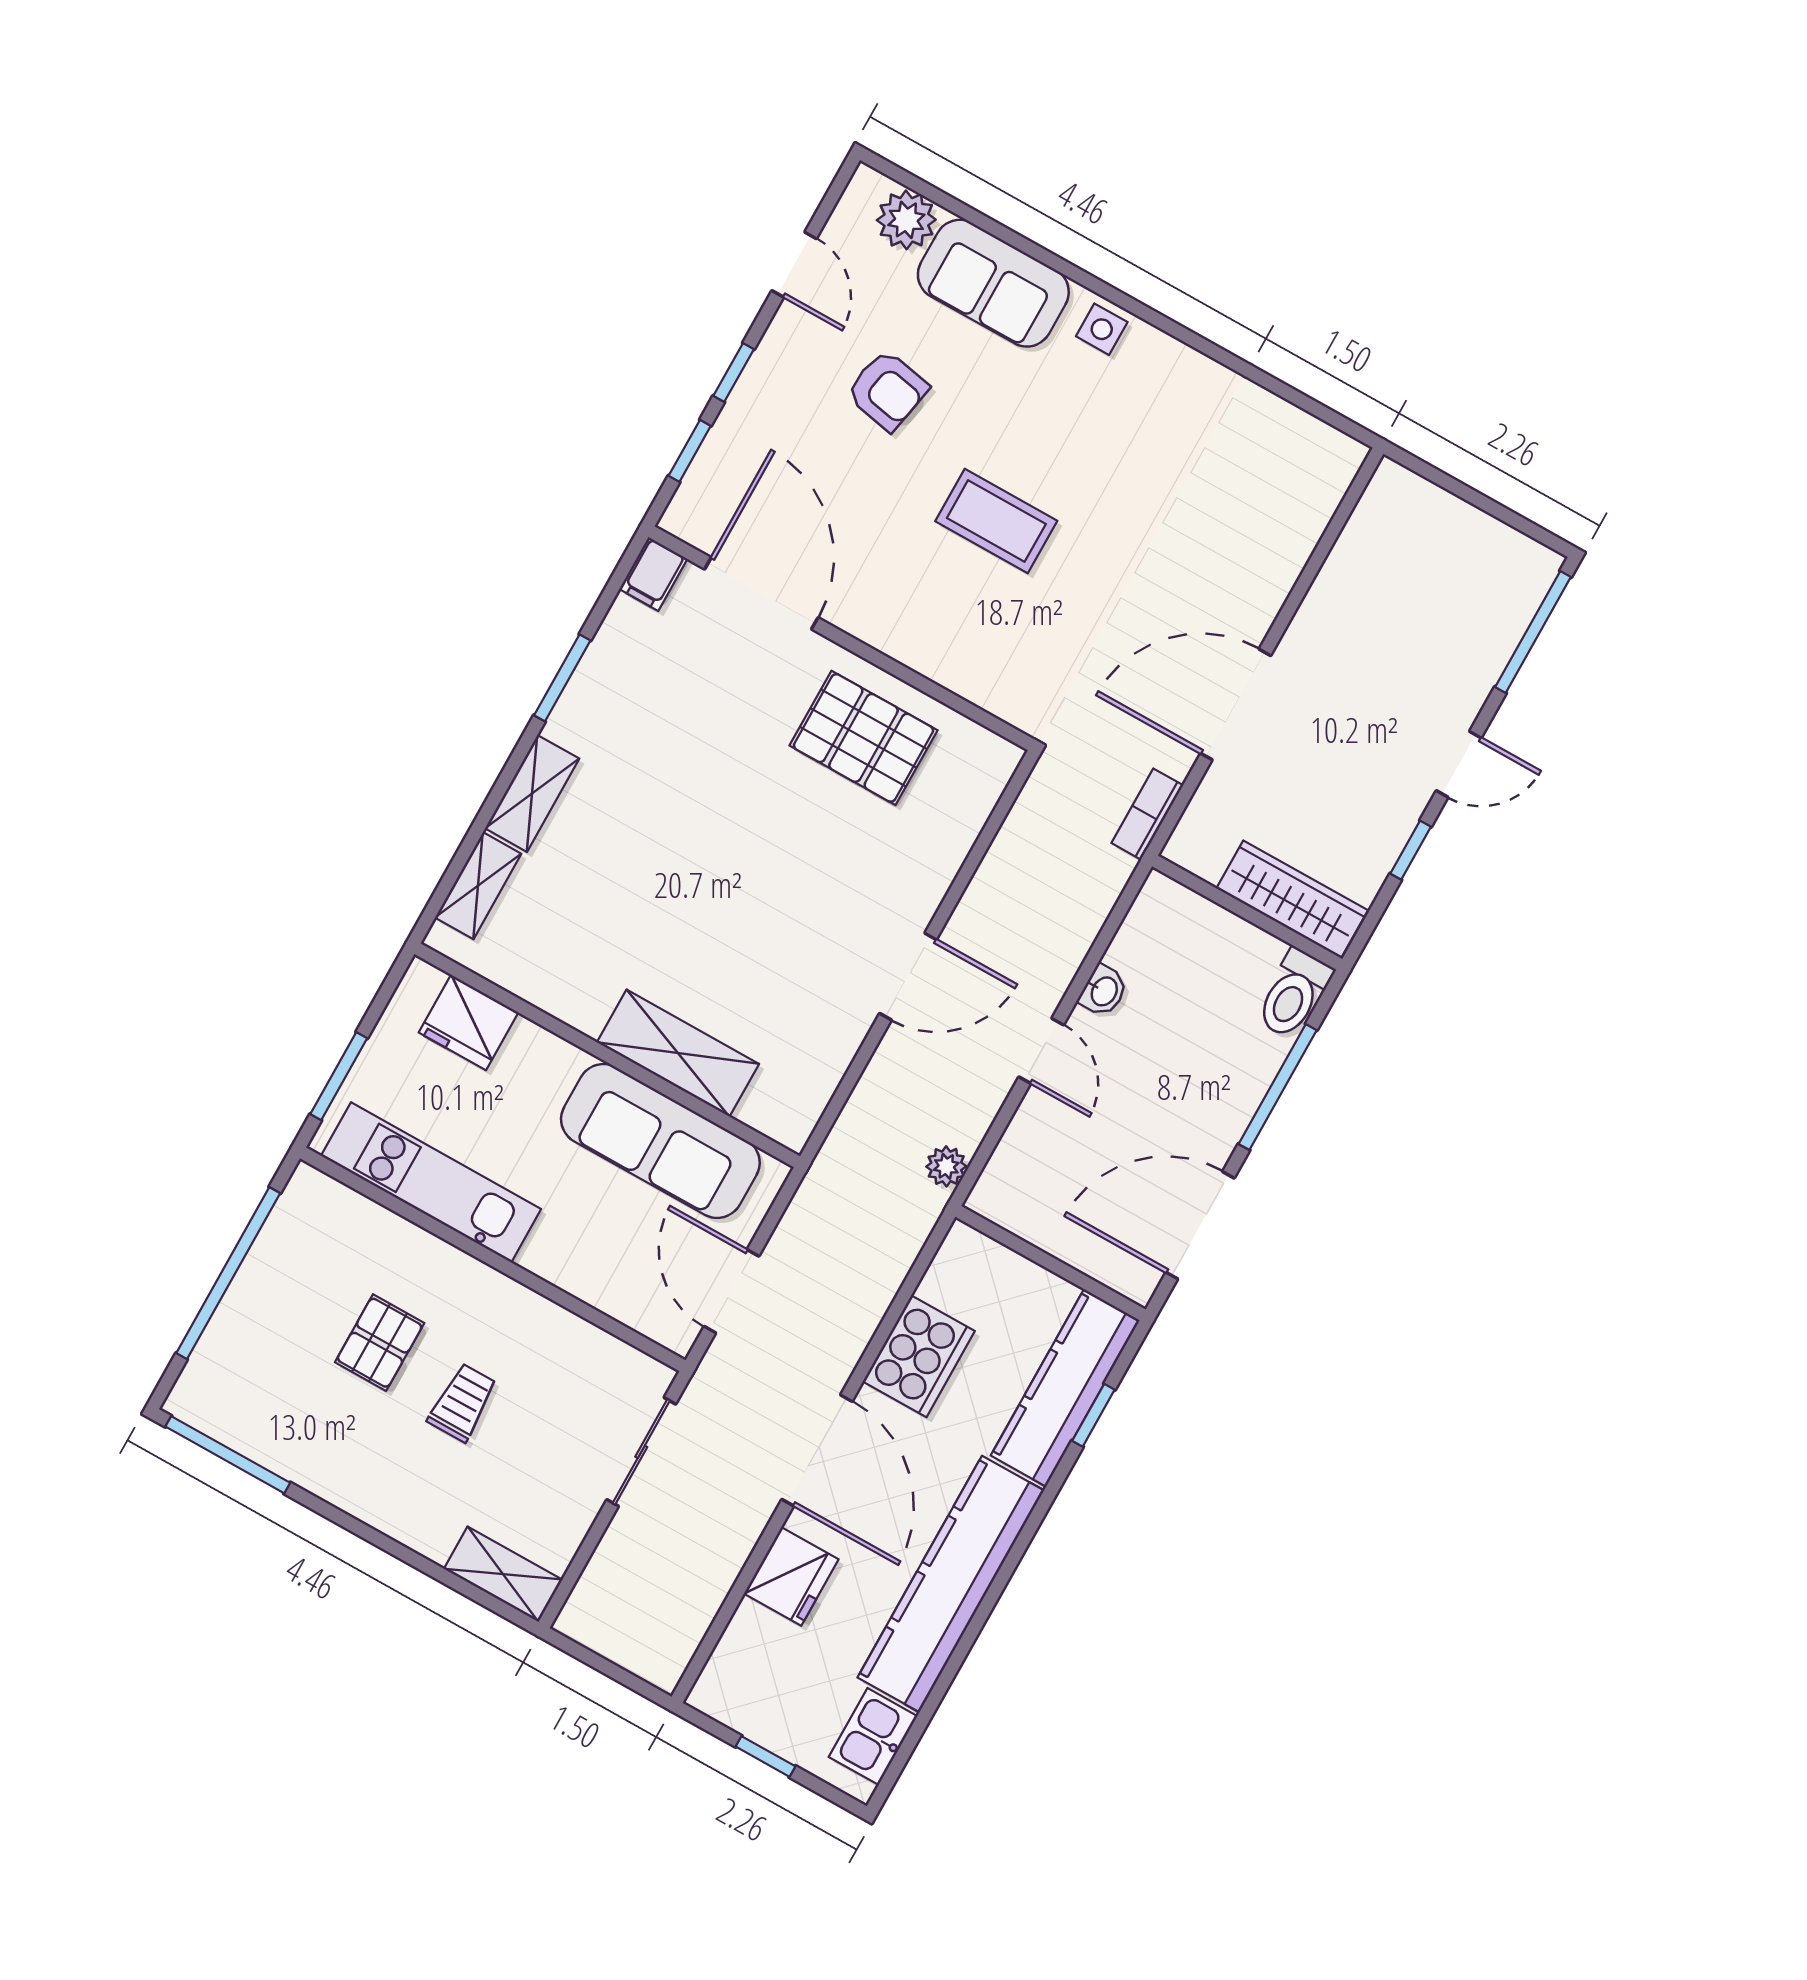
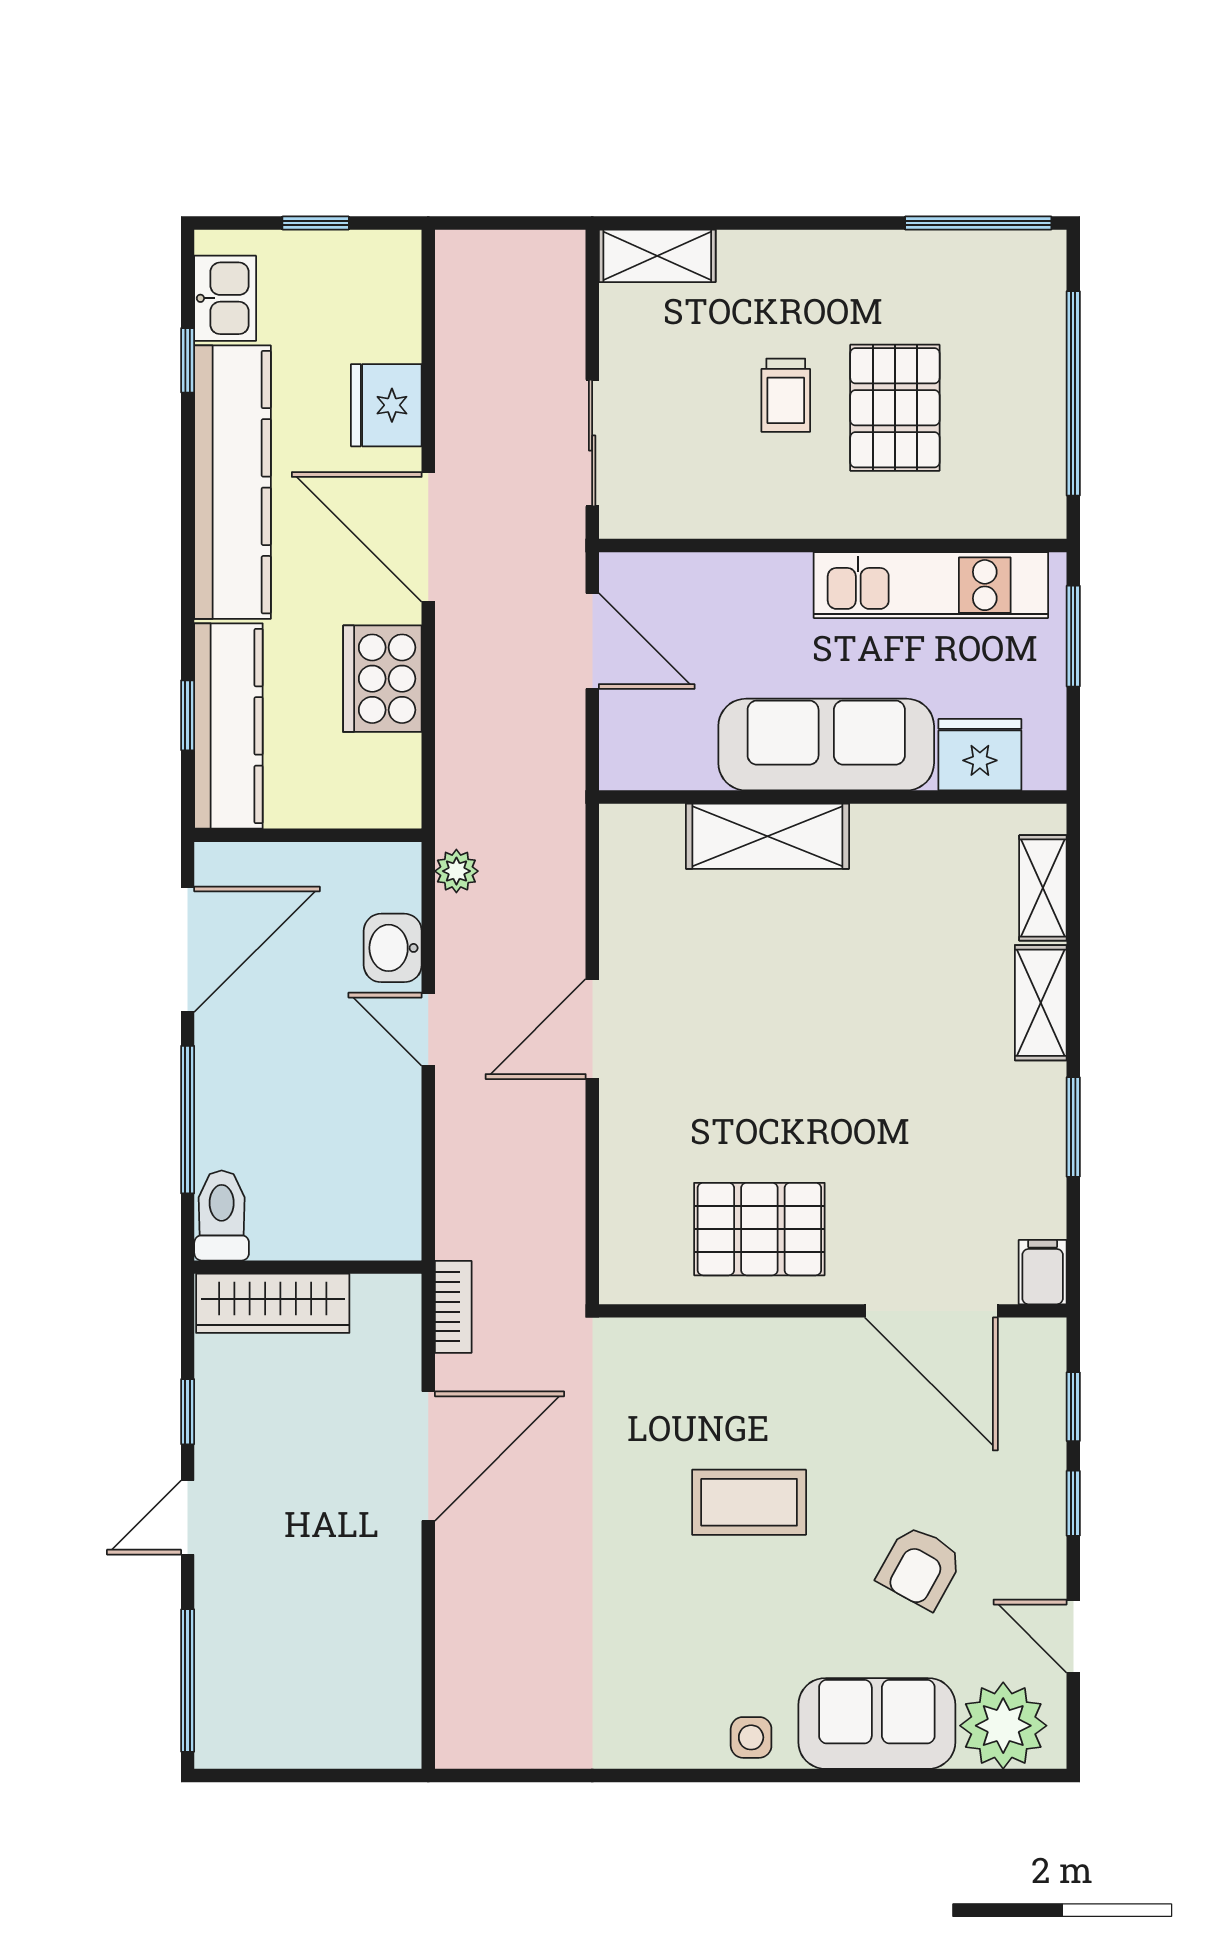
plant: (906, 220) -> (1003, 1726), width x1.36, depth x1.36
armchair: (887, 390) -> (920, 1567), turned -72
washbasin: (1103, 991) -> (393, 948), moved, width x1.38, depth x1.45
sofa: (660, 1141) -> (826, 745), moved
pallet: (380, 1343) -> (895, 408), width x1.50, depth x1.42
window: (932, 1703) -> (188, 360), added

